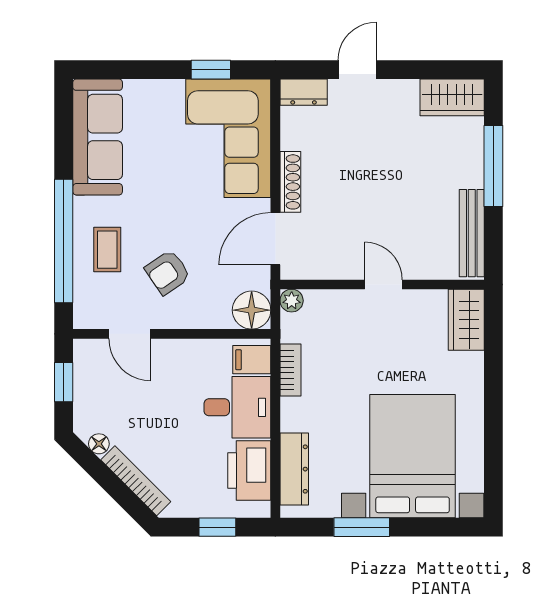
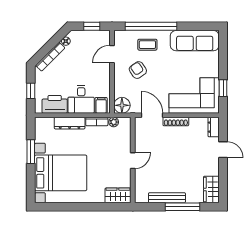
bench: (472, 233) -> (167, 198), moved
plant: (292, 301) -> (114, 122), moved
dresser: (294, 469) -> (70, 123), moved

